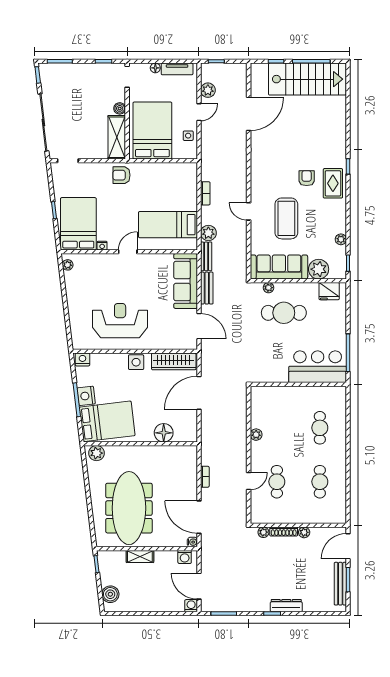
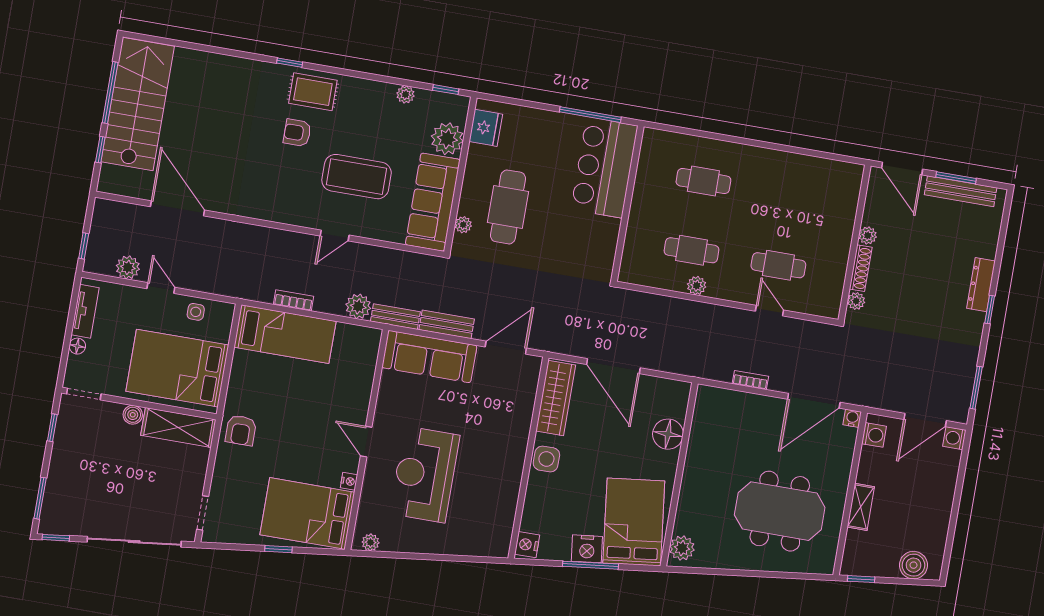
bed: (168, 225) -> (285, 334), moved, turned -90
reception desk: (120, 321) -> (425, 474), moved
cafe table: (320, 482) -> (691, 250), moved
meeting table: (129, 508) -> (780, 511), width x0.73

